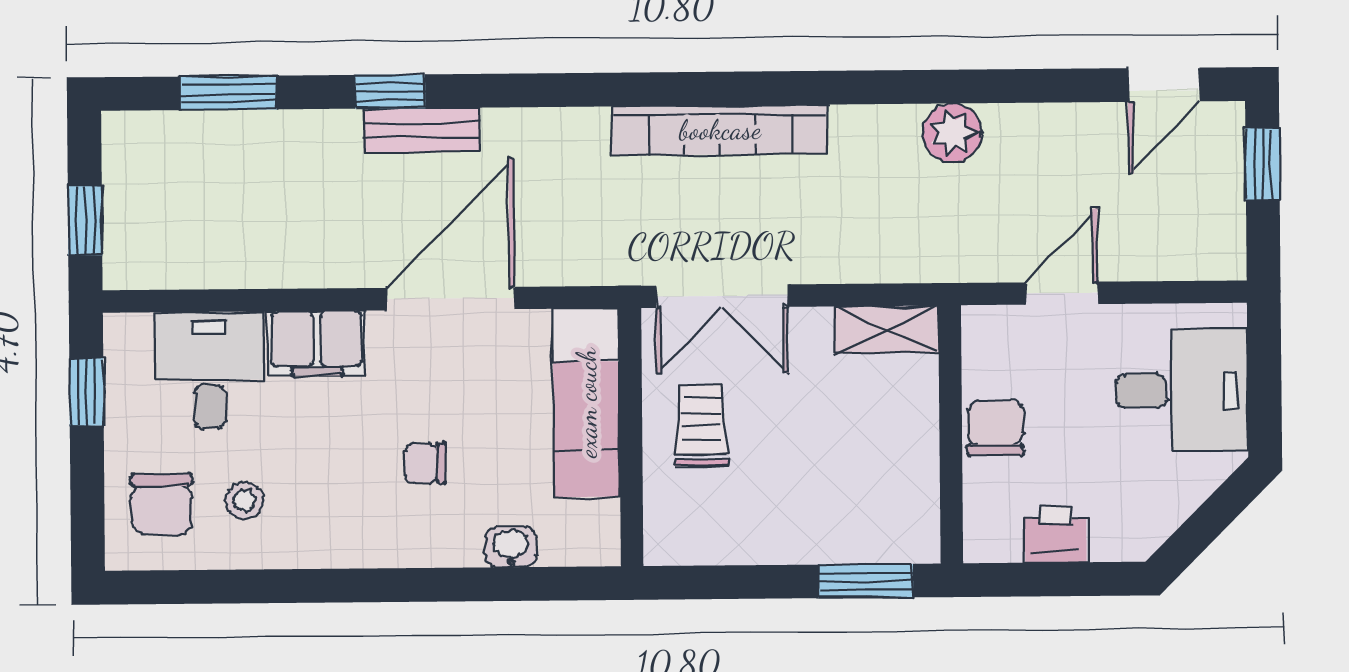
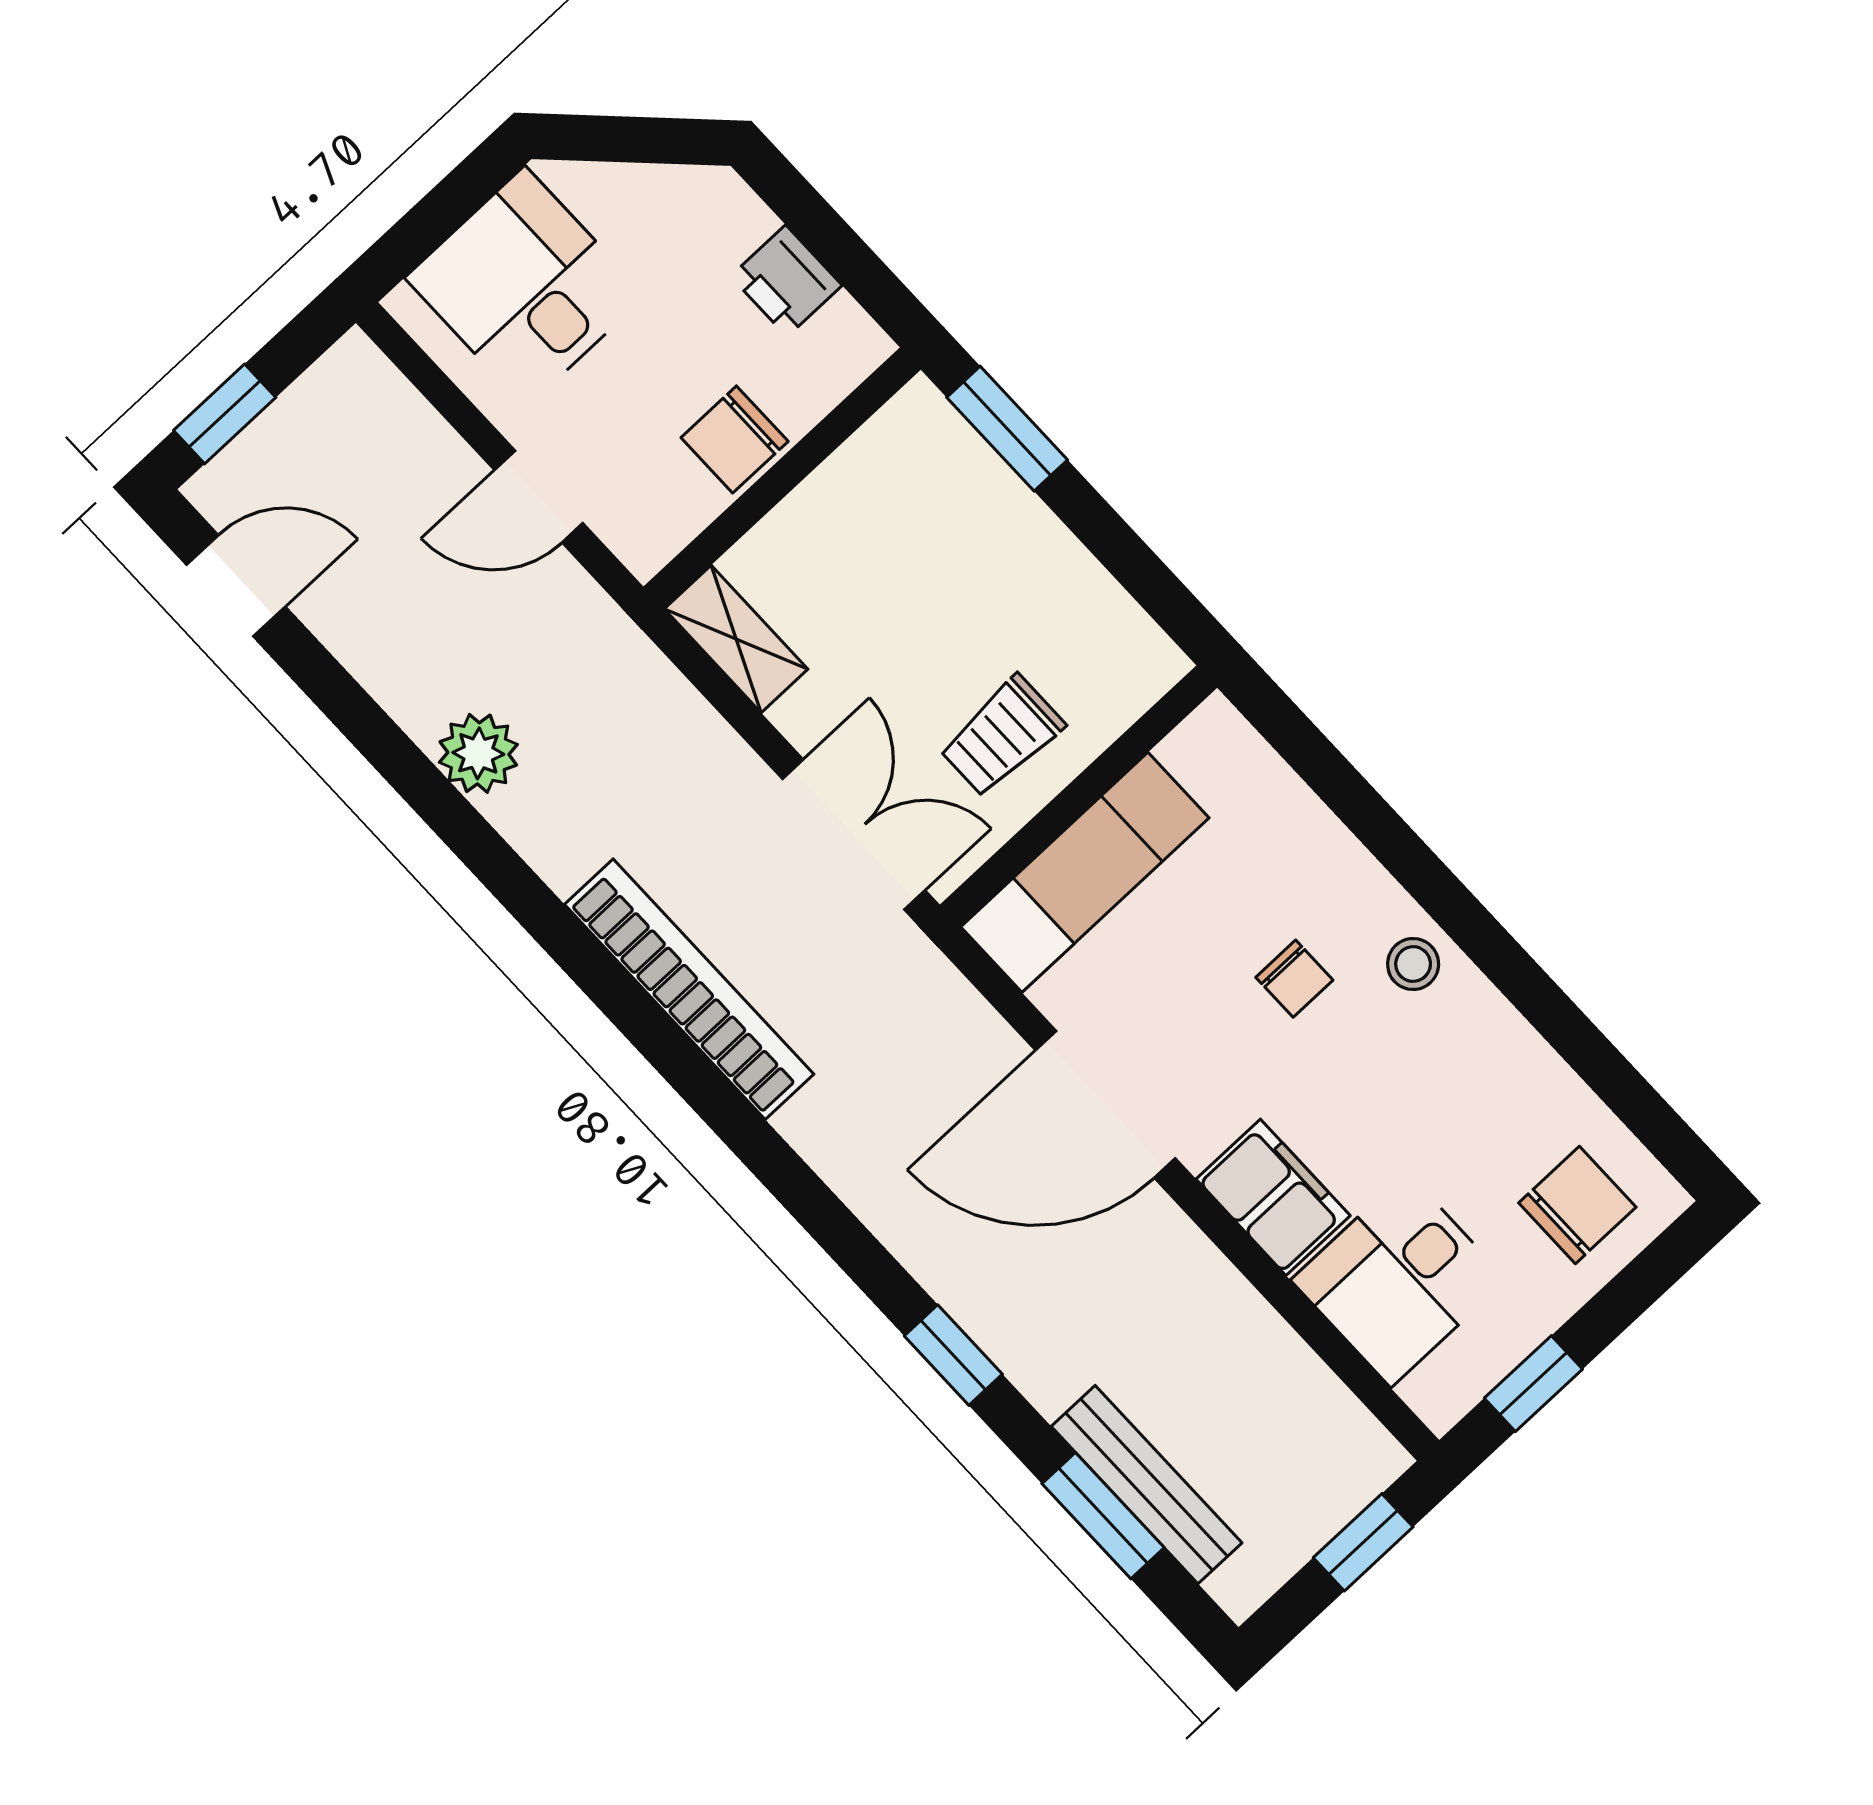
bench: (422, 130) -> (1147, 1485), moved, width x1.36
stool: (244, 500) -> (1413, 964), moved
washbasin: (511, 547) -> (1299, 816), removed

